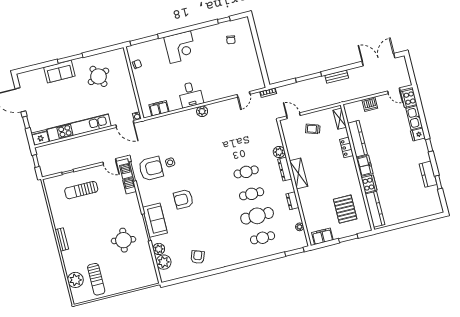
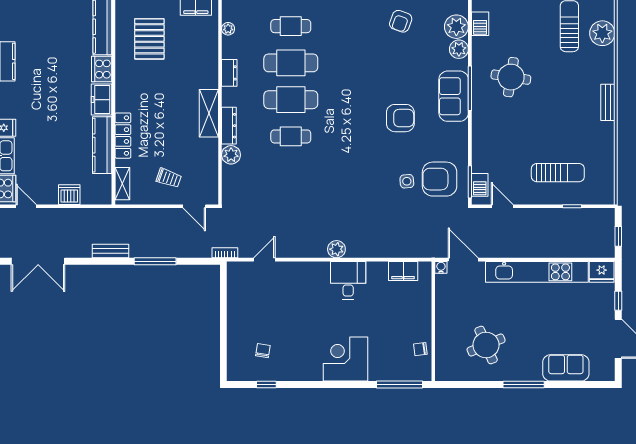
sofa: (59, 72) -> (566, 368), moved
locker: (347, 147) -> (123, 136), width x1.53
barbecue: (130, 186) -> (480, 24), moved
cafe table: (252, 194) -> (291, 100), width x1.37, depth x1.35

